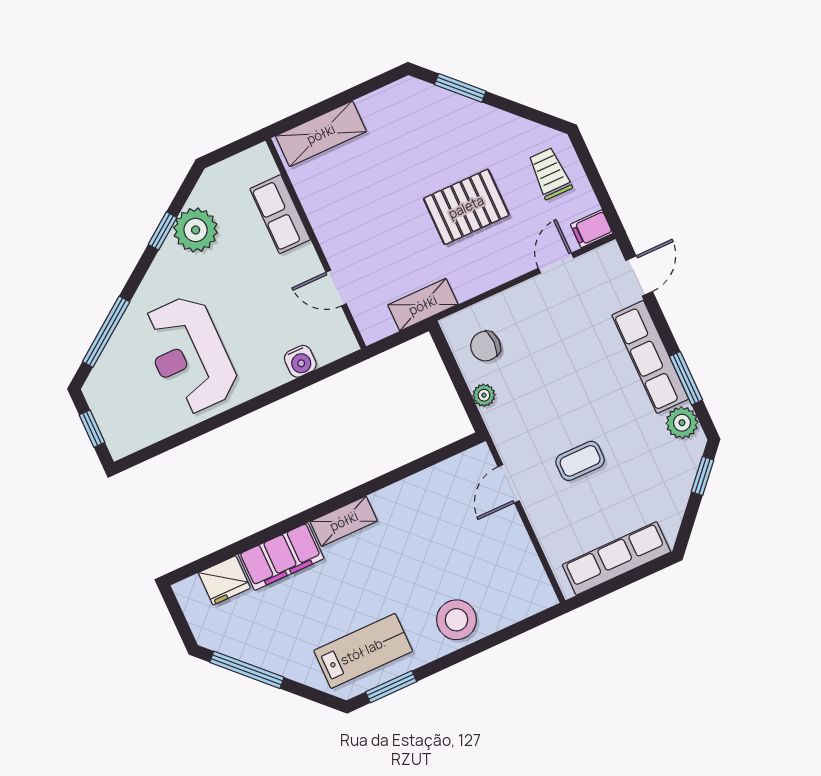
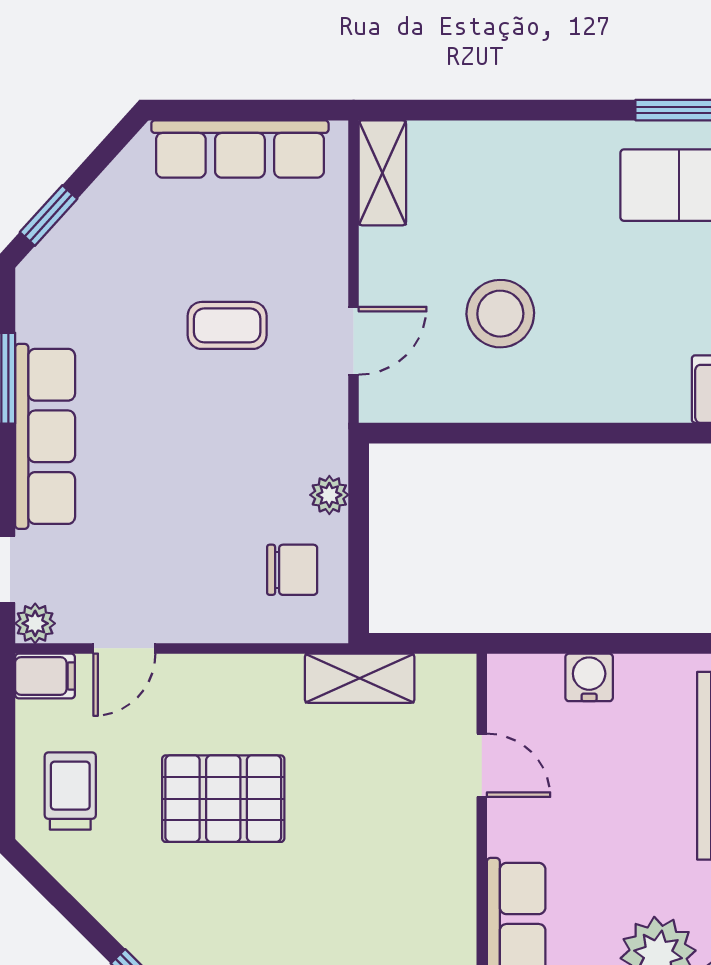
trolley: (550, 173) -> (70, 791), turned 180
plant: (682, 423) -> (35, 623), moved, width x0.73, depth x0.73
shelving: (344, 521) -> (382, 173), moved, turned 90
stool: (456, 620) -> (500, 314), moved

